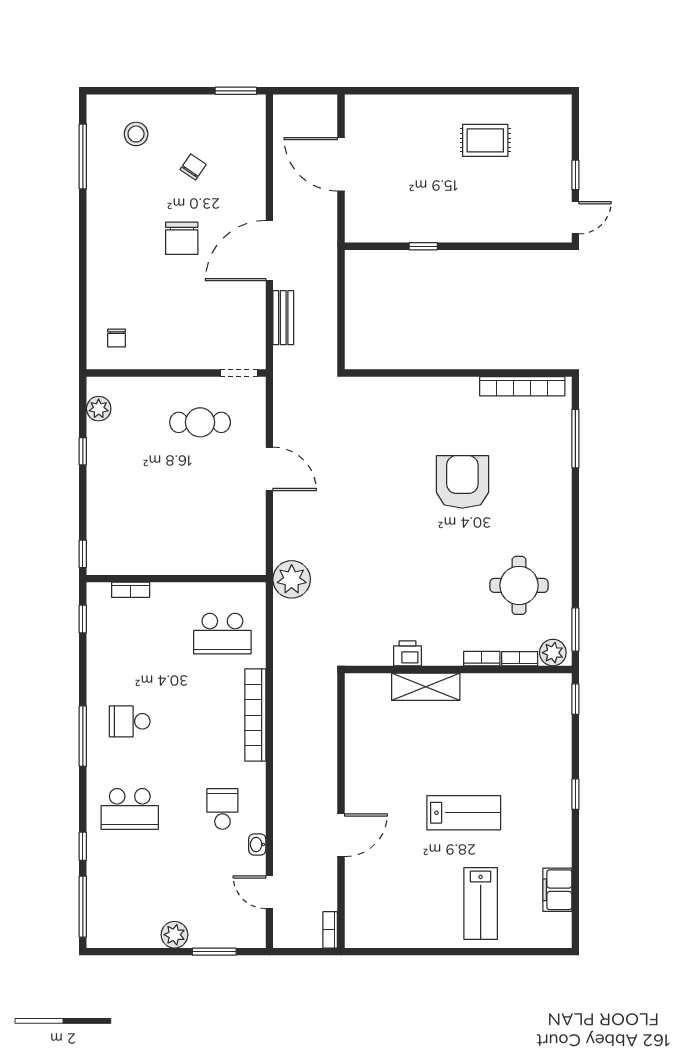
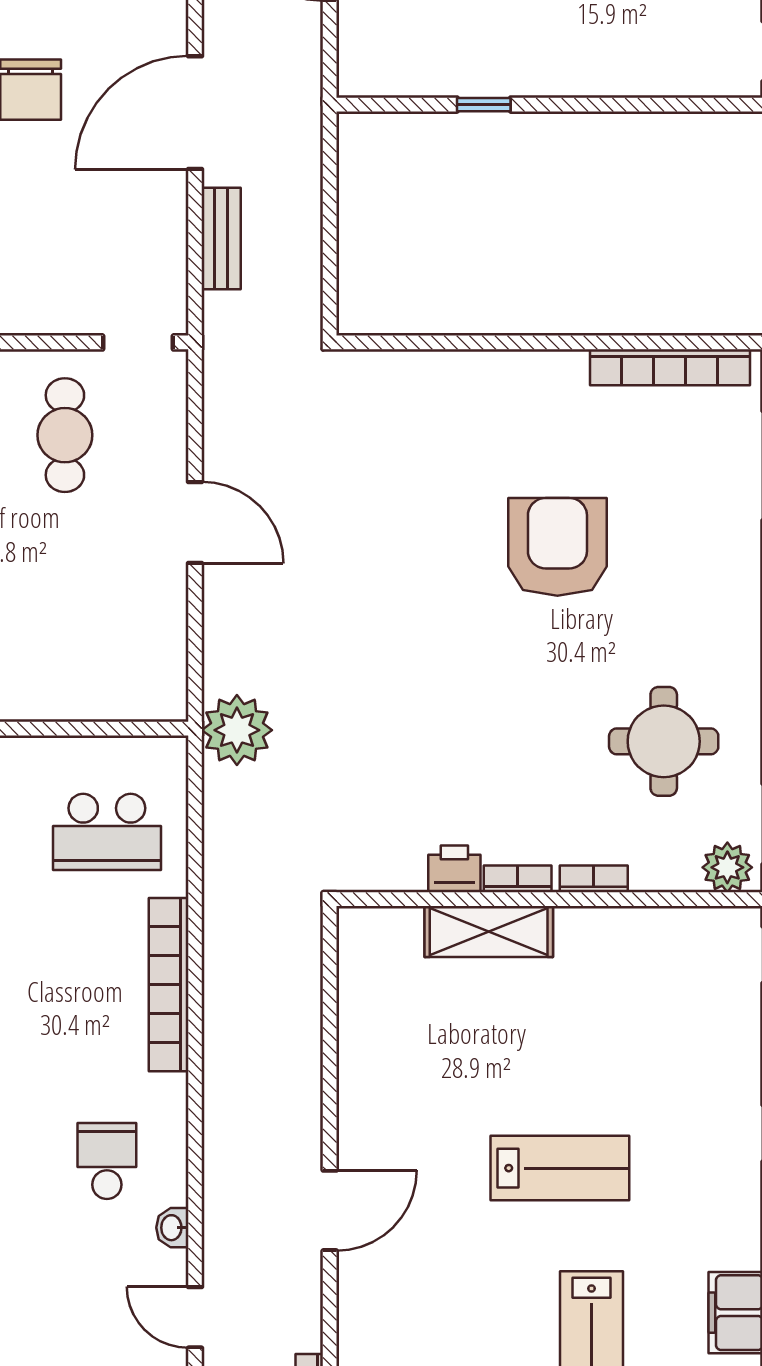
cafe table: (200, 422) -> (65, 435), turned 90
bookcase: (520, 659) -> (518, 879), moved

